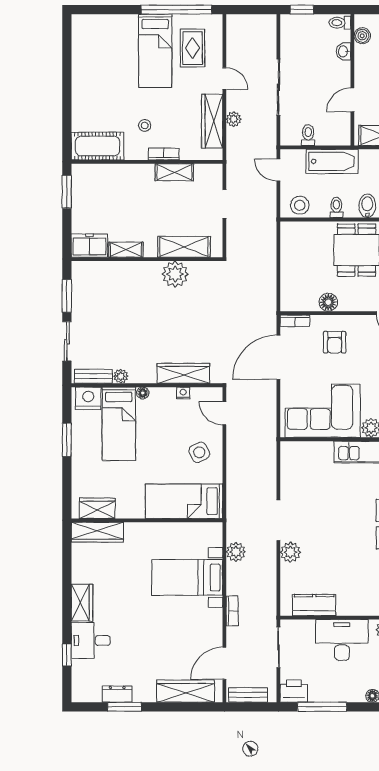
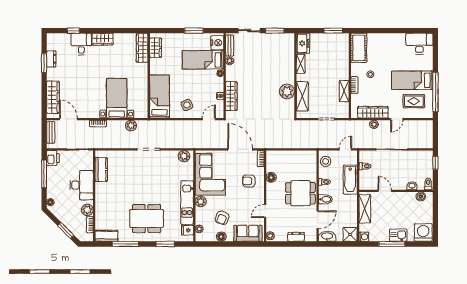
desk: (90, 38) -> (419, 44), added
plant: (290, 552) -> (184, 156), moved

